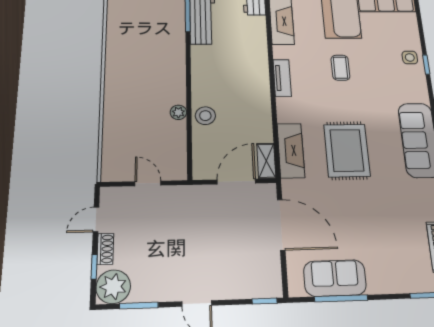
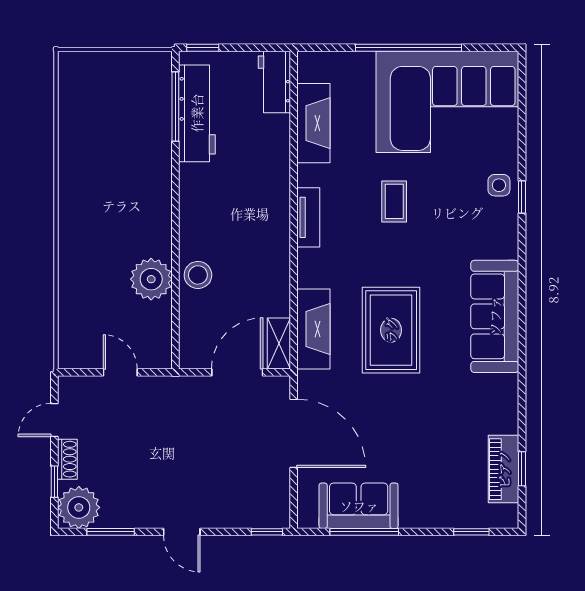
plant: (178, 112) -> (151, 279), width x1.88, depth x1.88

